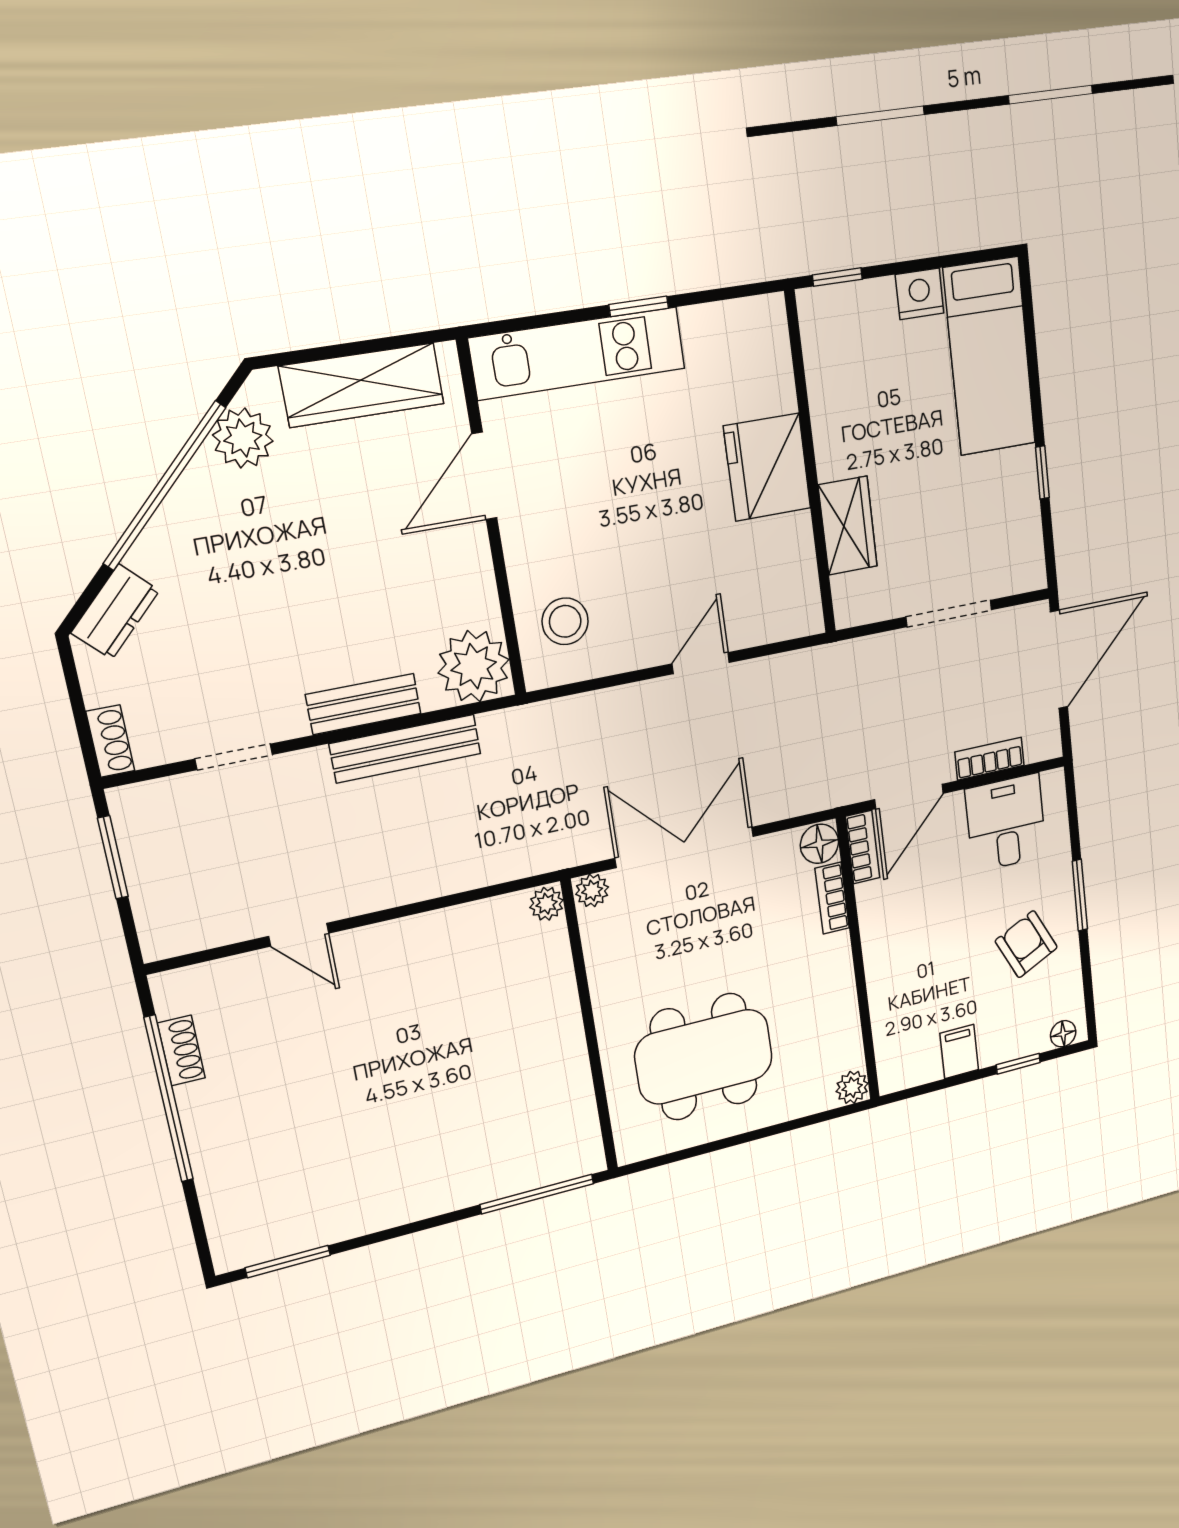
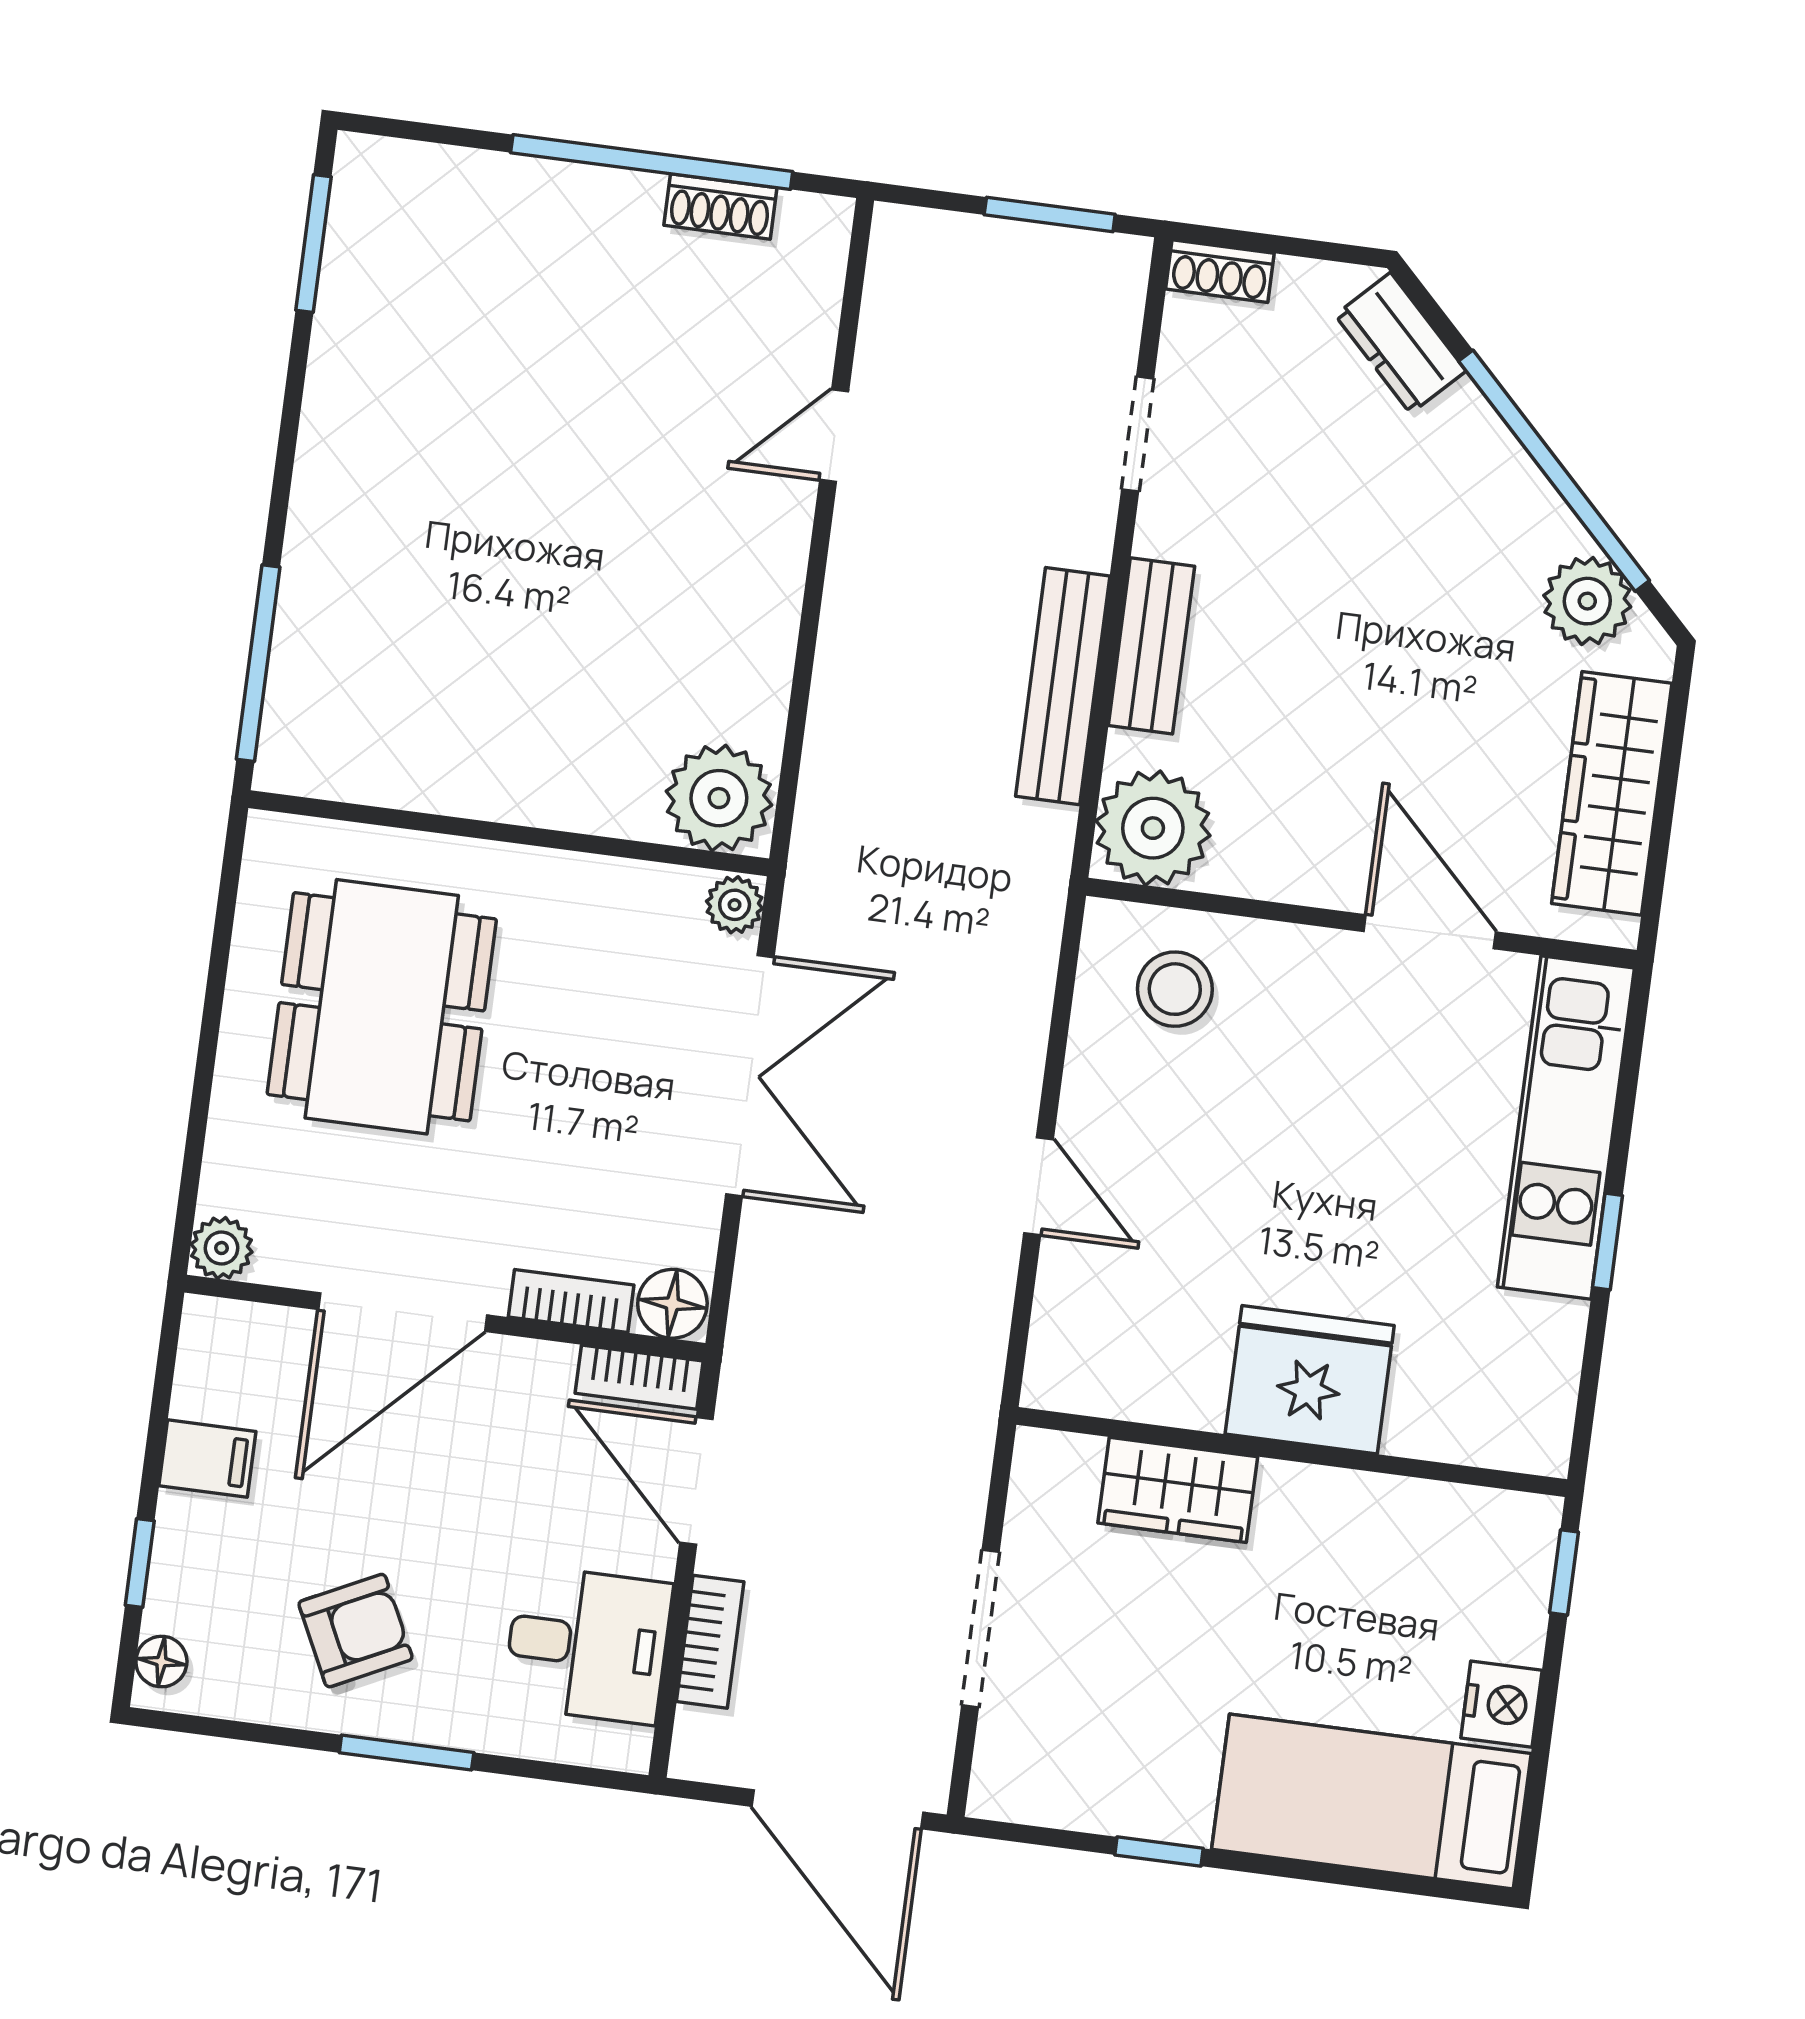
plant: (546, 904) -> (719, 798), width x1.88, depth x1.88
door: (861, 983) -> (403, 1312), added

